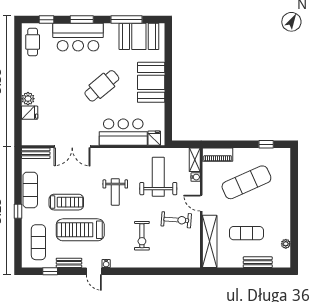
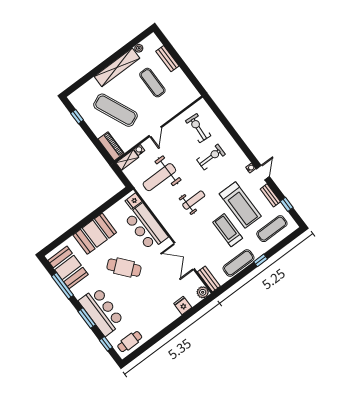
plant: (28, 99) -> (203, 292), moved
double door: (72, 147) -> (184, 256), swing flipped
exercise bike: (176, 220) -> (198, 128), moved
shelving: (210, 241) -> (117, 67), moved

